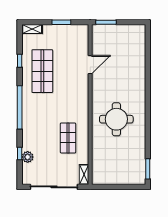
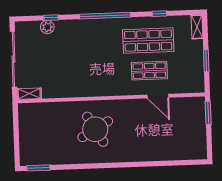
round table: (116, 119) -> (95, 129), turned -30
shop shelf: (68, 138) -> (149, 71), moved

